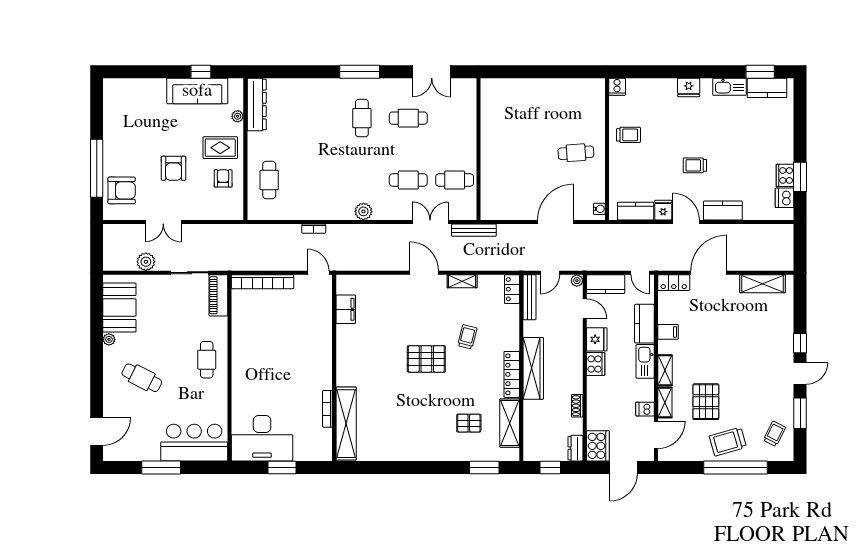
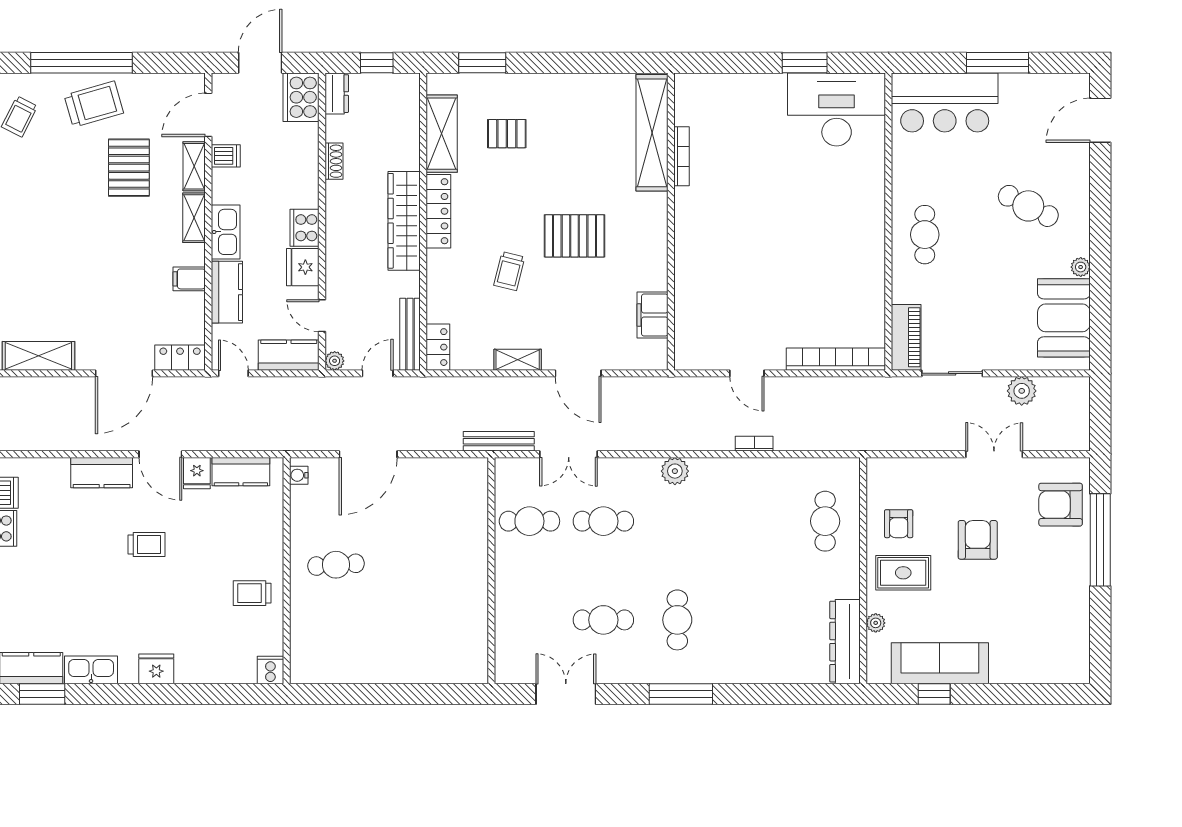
filing cabinet: (346, 309) -> (653, 315), moved
wall: (334, 368) -> (671, 222), moved
bookcase: (327, 409) -> (682, 156), moved
shelving: (346, 424) -> (652, 133), moved

